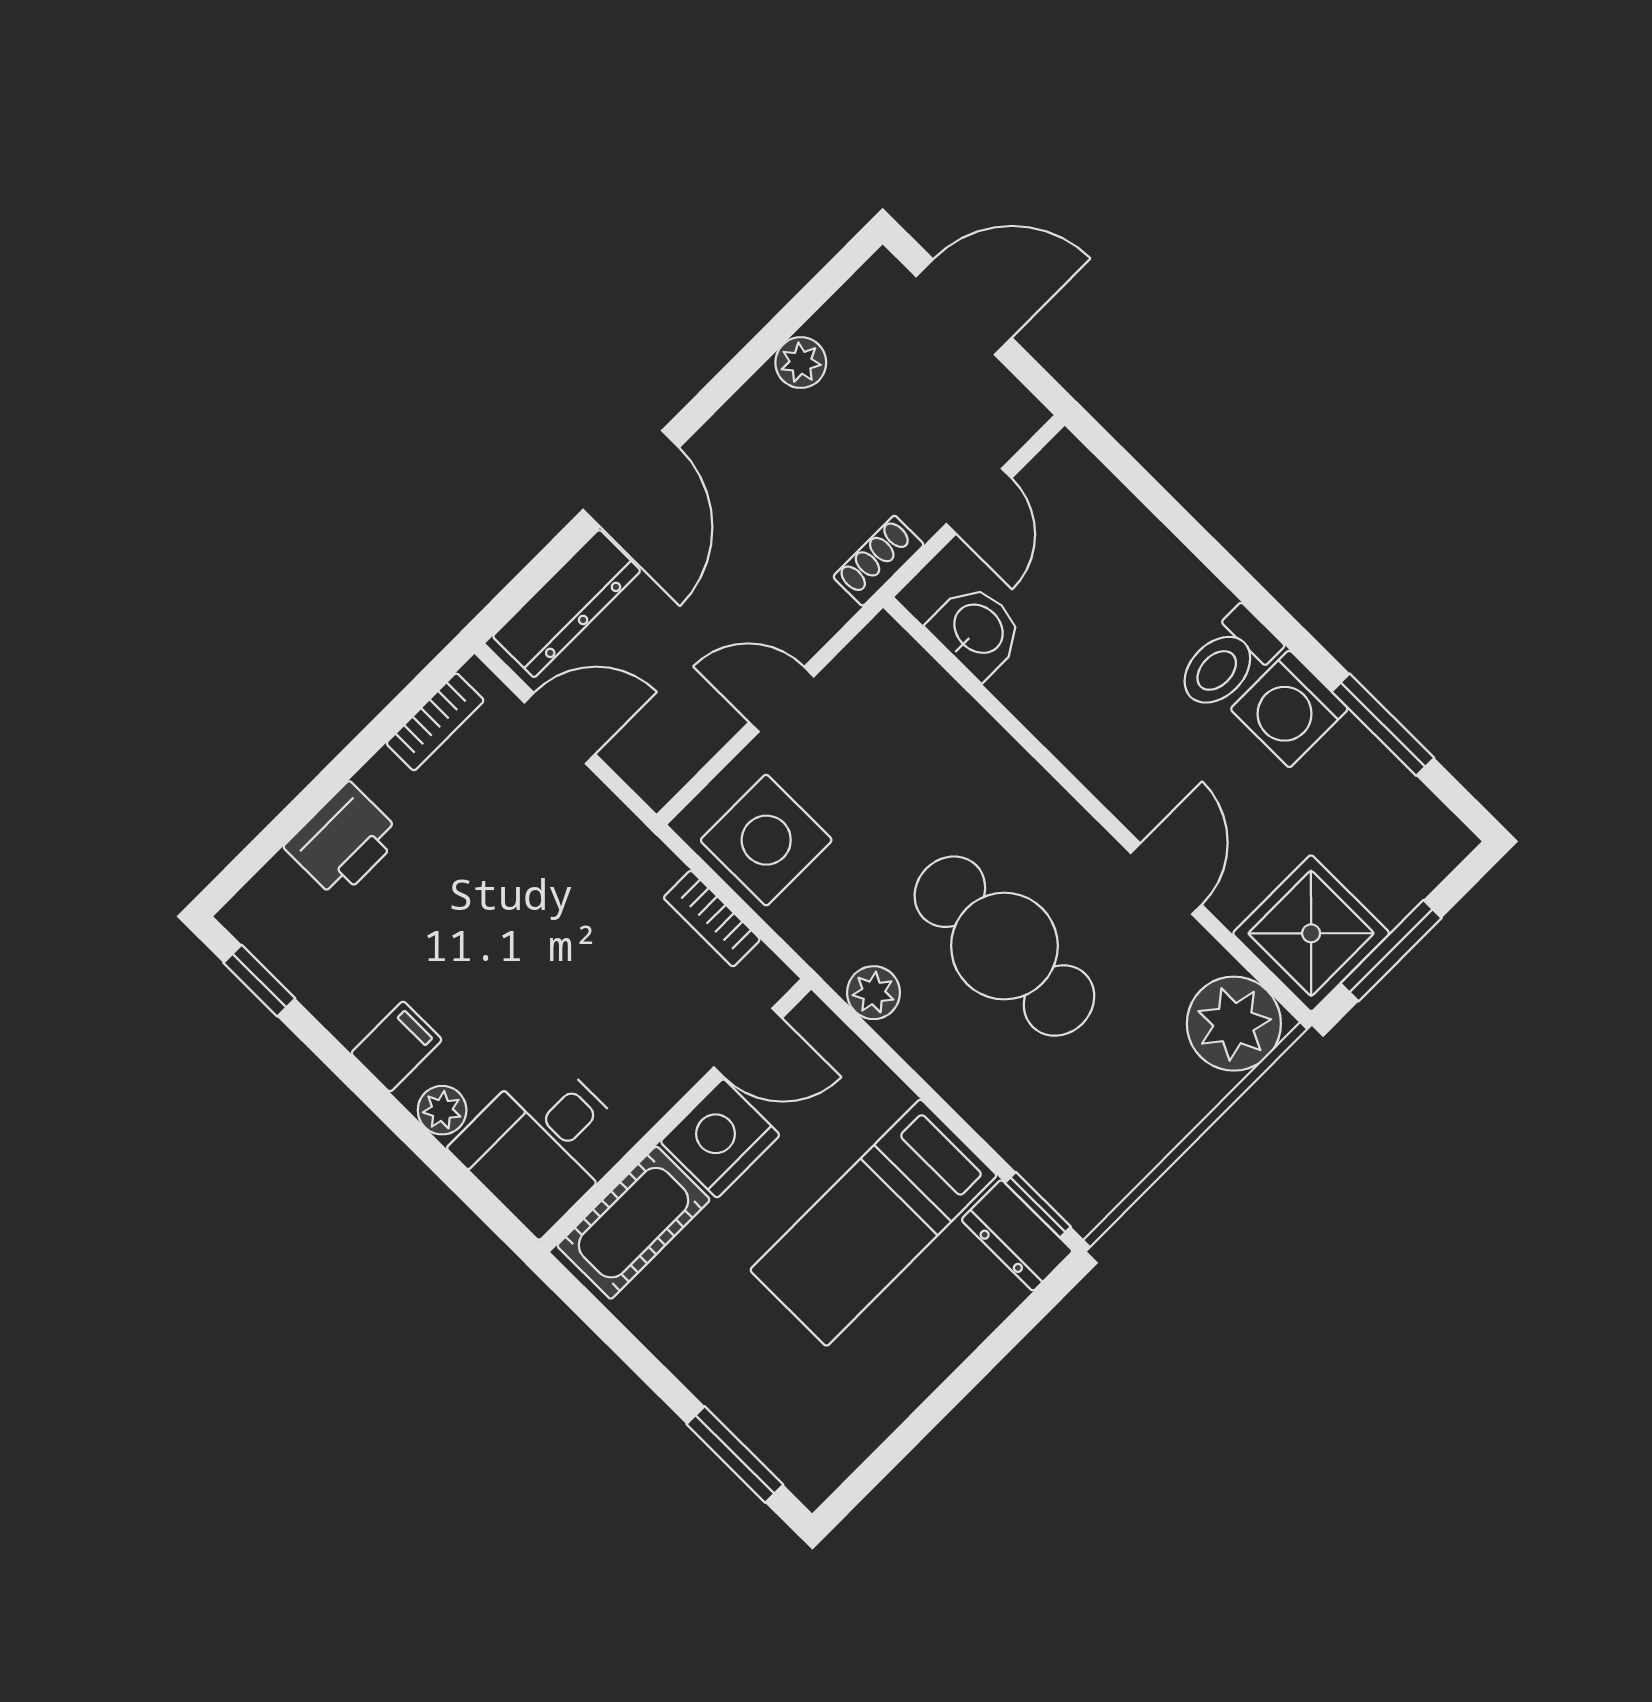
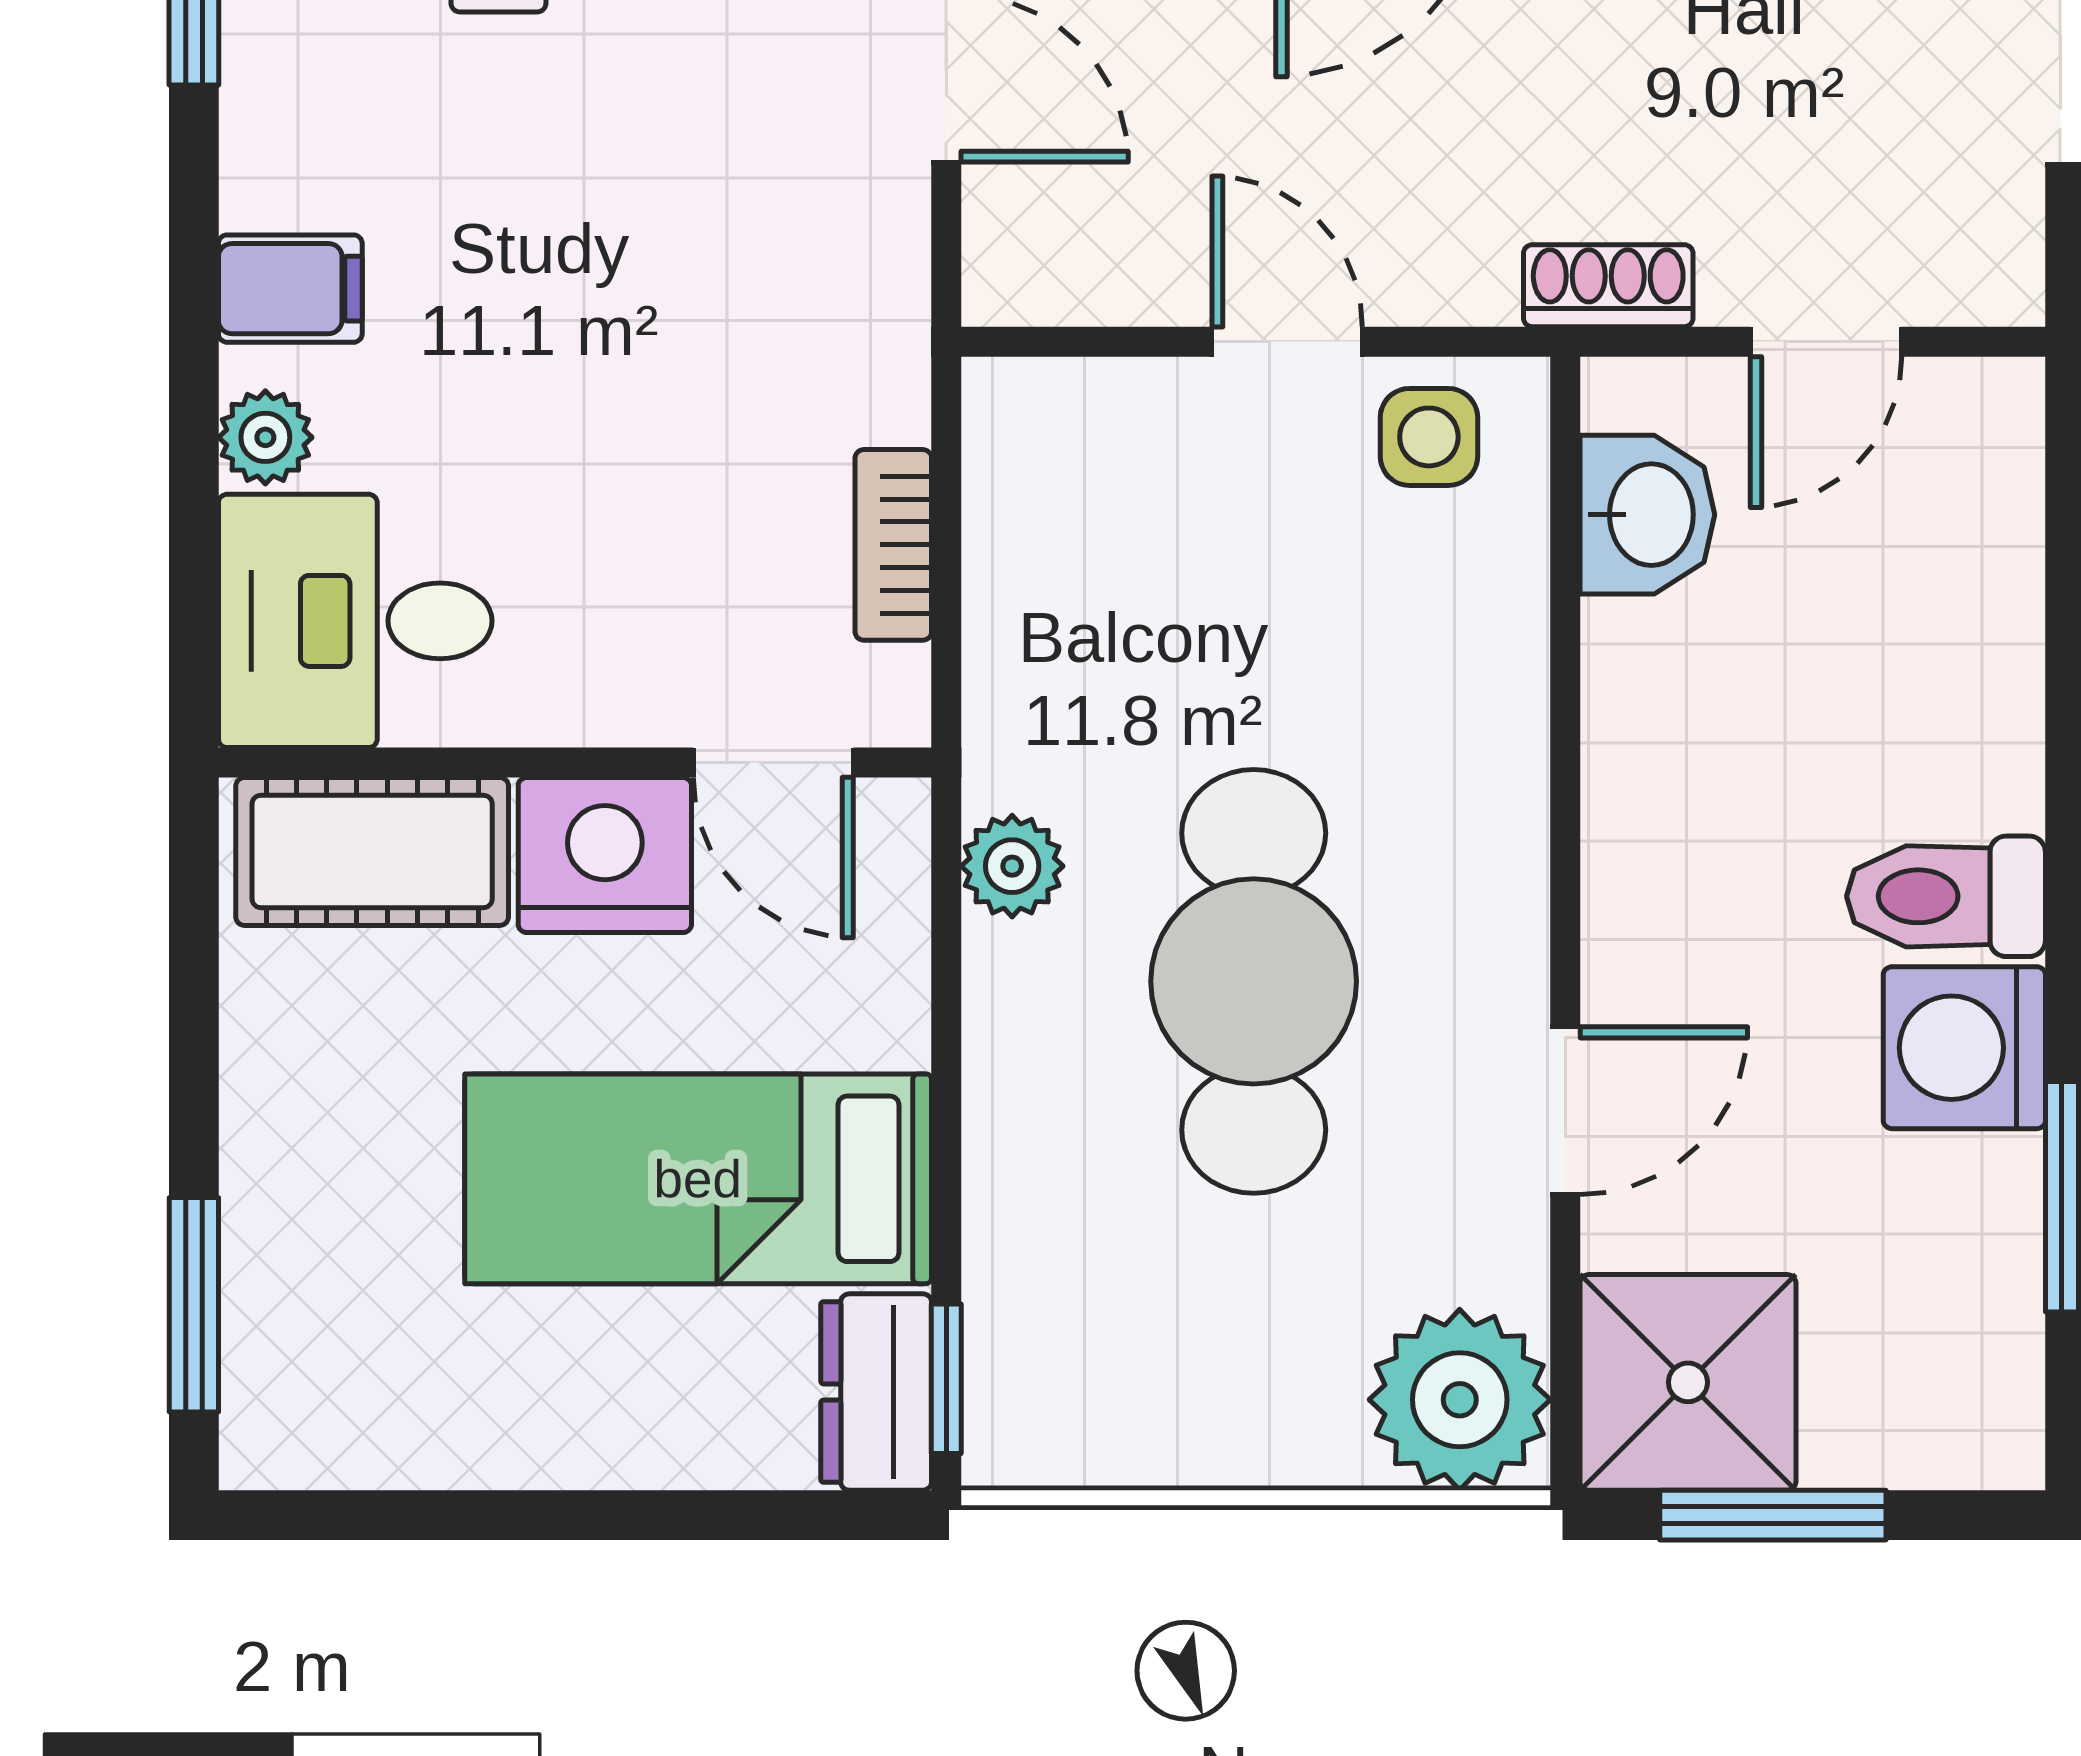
side table: (766, 840) -> (1429, 437), moved, width x0.54, depth x0.54

